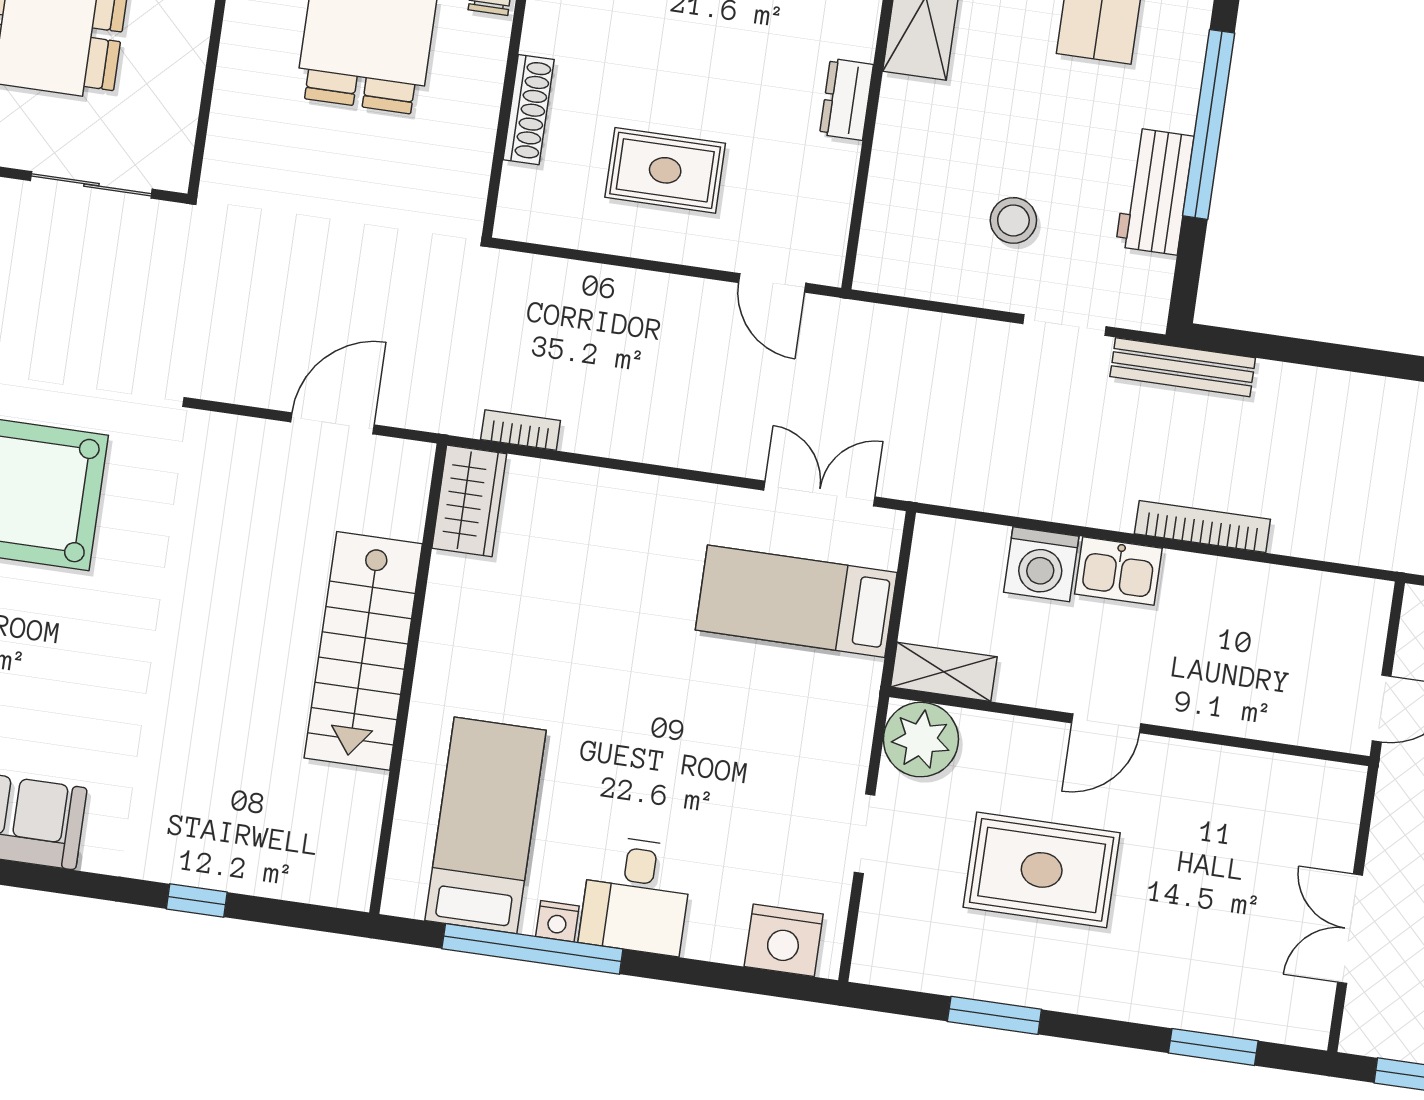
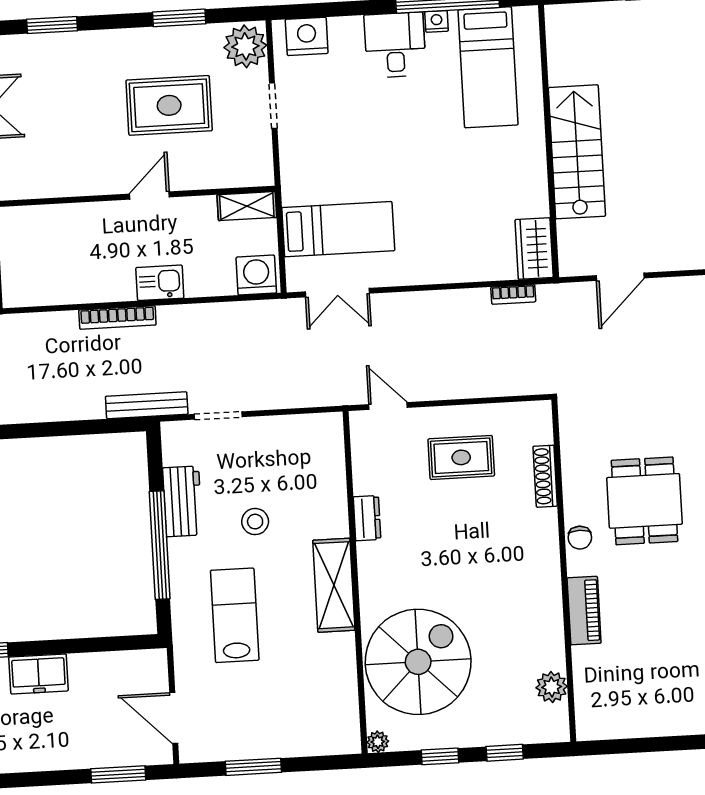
stool: (1013, 220) -> (255, 522), moved
washing machine: (1041, 564) -> (256, 275), moved
plant: (921, 740) -> (245, 46), moved

